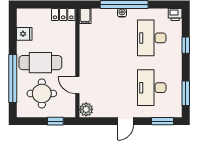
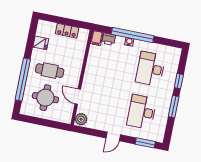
printer: (175, 14) -> (109, 39), moved
locker: (63, 15) -> (67, 31), moved
cafe table: (40, 63) -> (50, 71), width x0.73, depth x0.74
window: (186, 93) -> (174, 107), moved
window: (55, 121) -> (52, 124), removed

